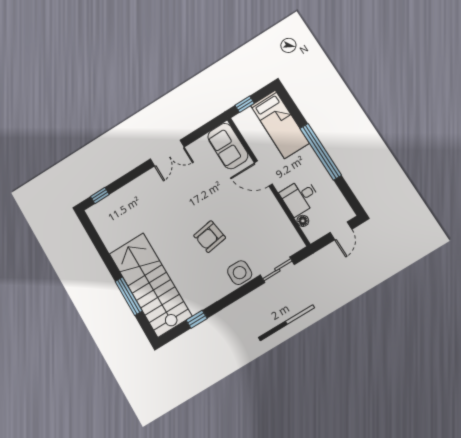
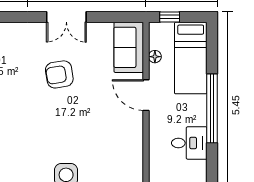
desk: (300, 197) -> (189, 143), moved, turned 180
floor lamp: (303, 221) -> (155, 57), moved
armchair: (210, 237) -> (59, 74), moved

